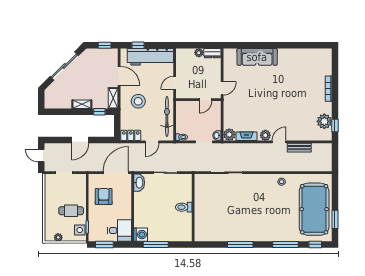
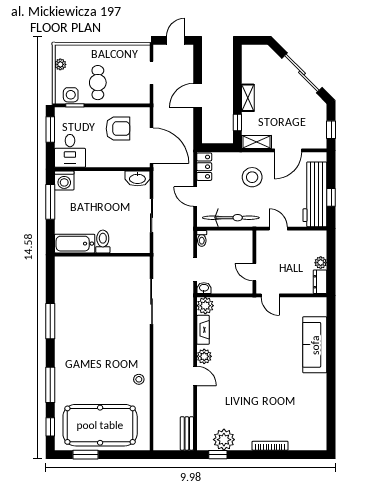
window: (138, 45) -> (331, 197), moved
door: (80, 140) -> (198, 95), hinge flipped
bench: (299, 148) -> (187, 433), moved
bathtub: (185, 227) -> (75, 244), added

